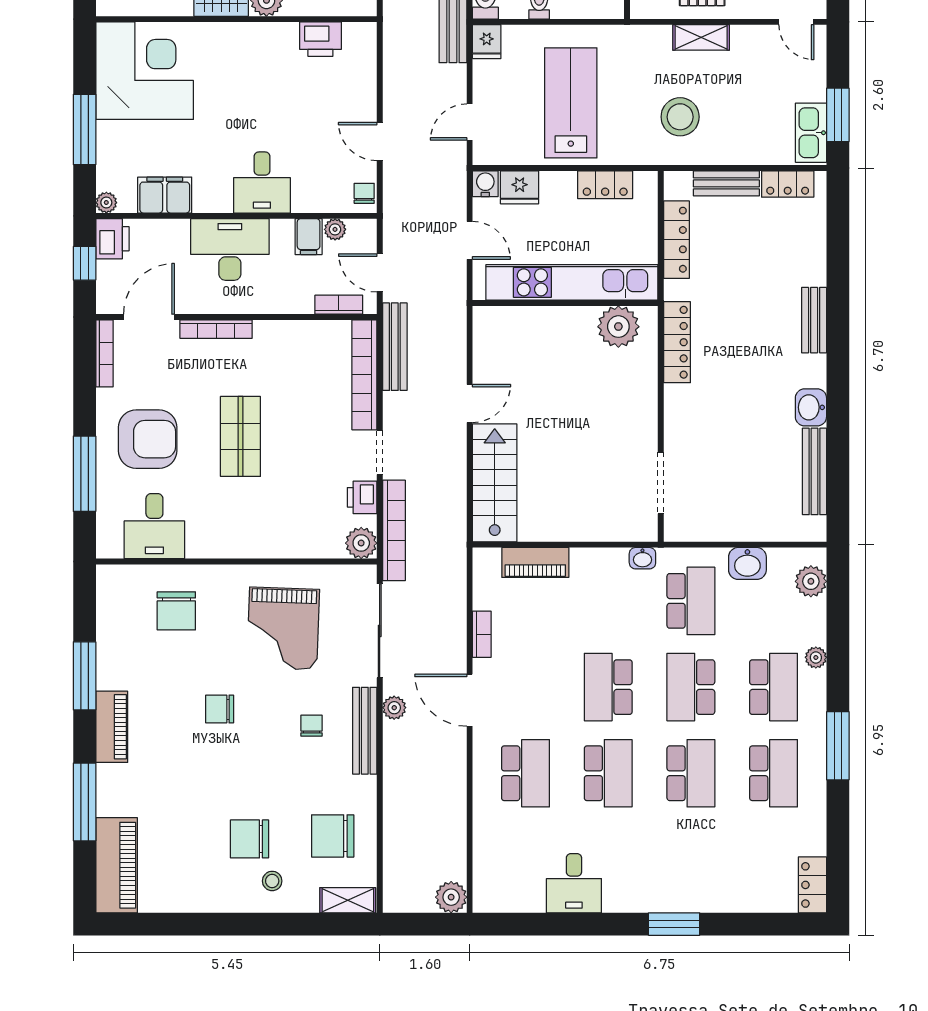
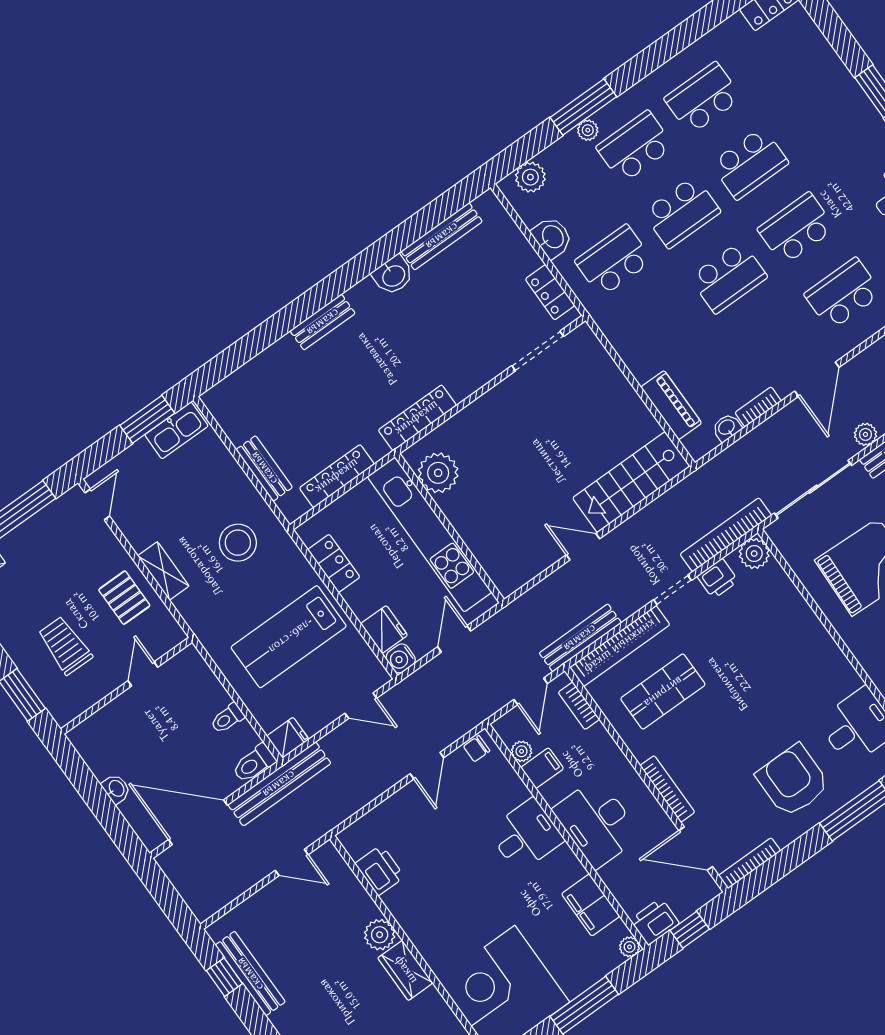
locker: (788, 184) -> (550, 292), moved, turned 180
shop shelf: (240, 436) -> (663, 692), moved
washbasin: (642, 558) -> (727, 428), moved, turned -90
window: (838, 746) -> (583, 107), moved
school desk: (691, 773) -> (750, 163), turned 180

